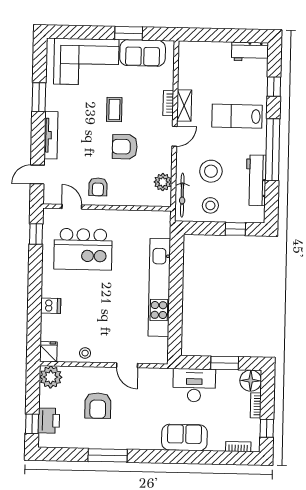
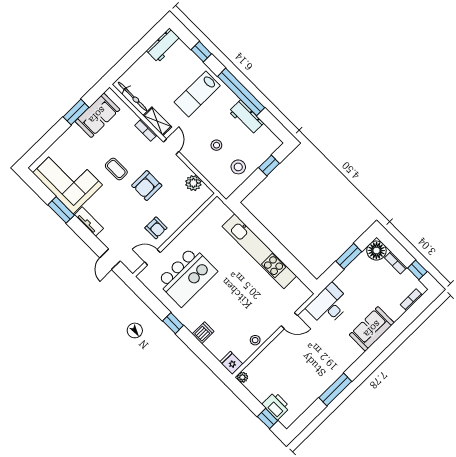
corner sofa: (86, 62) -> (68, 179), moved, turned -90
tv unit: (51, 135) -> (89, 222), width x0.71
stool: (211, 171) -> (216, 145), width x0.53, depth x0.53
workbench: (256, 180) -> (246, 117), width x0.73
bicycle: (182, 195) -> (133, 96), moved
window: (36, 234) -> (173, 323), moved
plant: (51, 377) -> (242, 377), width x0.53, depth x0.53
desk: (194, 385) -> (329, 305), moved
armchair: (98, 406) -> (297, 365), removed

